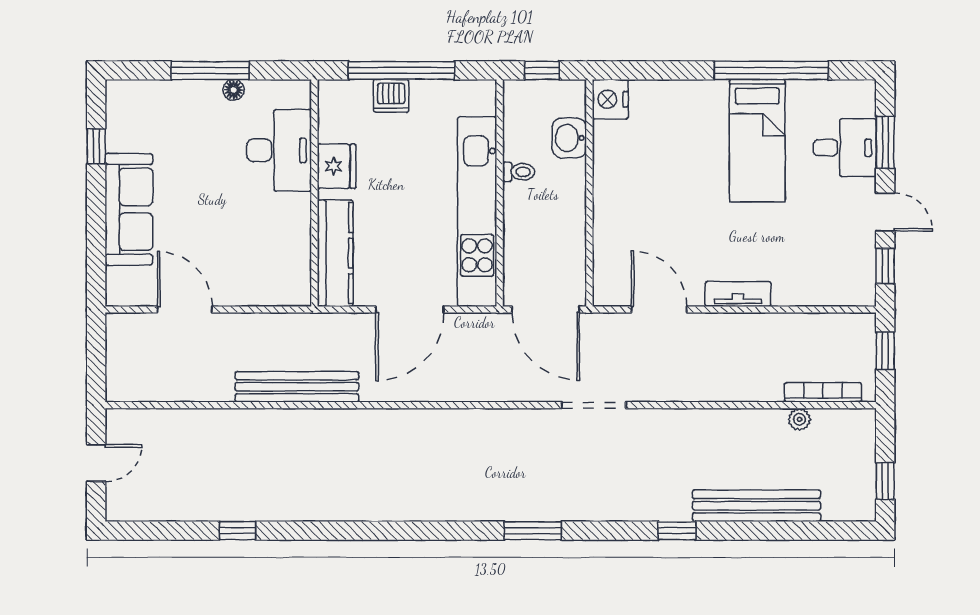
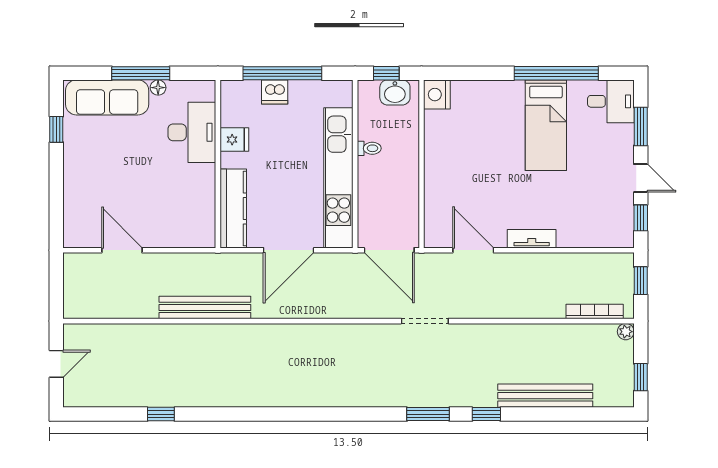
washbasin: (569, 138) -> (395, 92), moved, turned -90
desk: (845, 148) -> (611, 101), moved
fridge: (337, 166) -> (234, 140), width x0.72
sofa: (129, 209) -> (107, 97), moved, turned 90
plant: (799, 419) -> (626, 332), moved
window: (533, 531) -> (428, 414), moved

